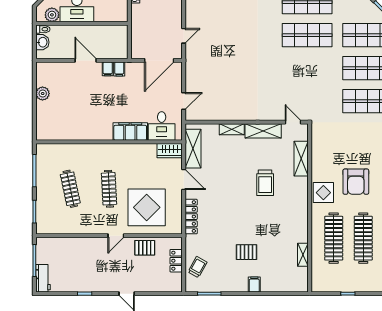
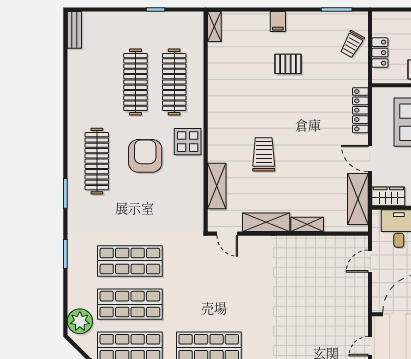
shelving: (303, 255) -> (214, 27), moved

